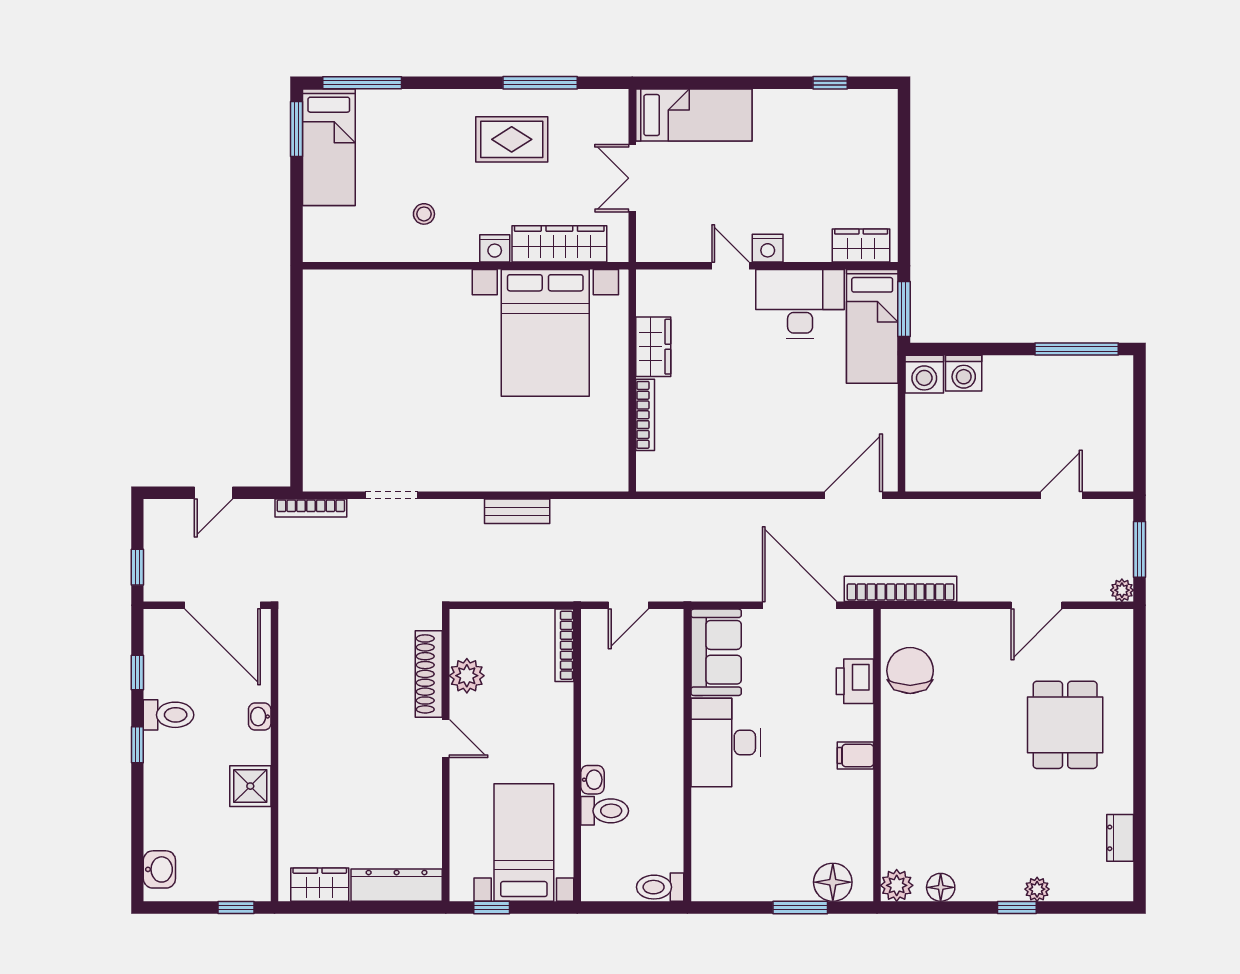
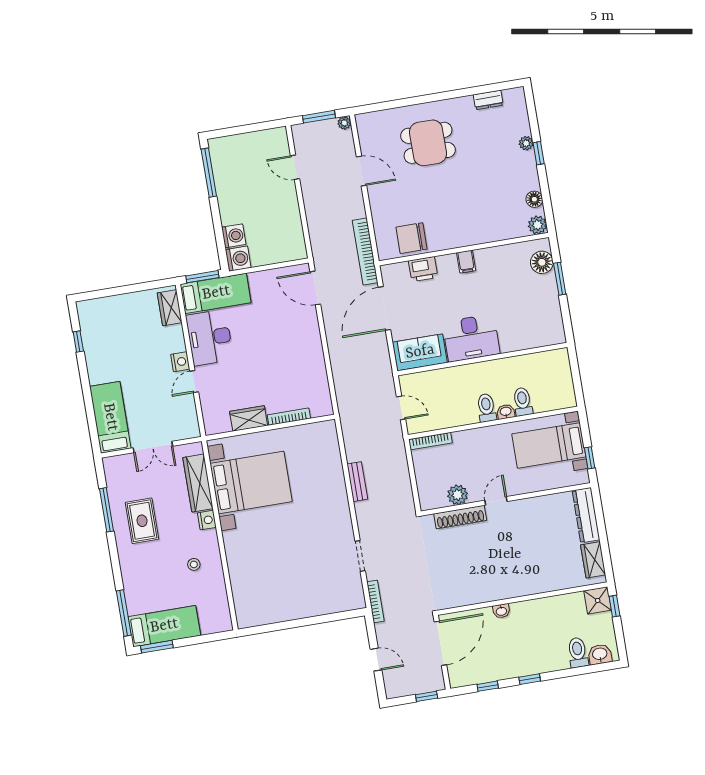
toilet: (169, 715) -> (578, 653), moved
shower: (250, 786) -> (598, 600), moved
toilet: (660, 887) -> (486, 408), moved, turned 180

